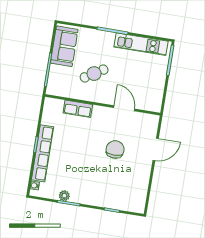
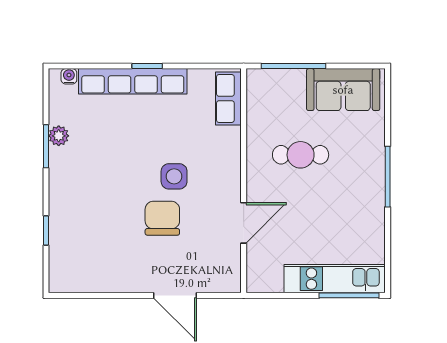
kitchen unit: (141, 44) -> (335, 279), moved, turned 90
cafe table: (94, 74) -> (301, 155), turned -58
row of seats: (78, 109) -> (228, 98), moved
side table: (95, 140) -> (174, 176), added
chair: (115, 149) -> (162, 218), turned -90

